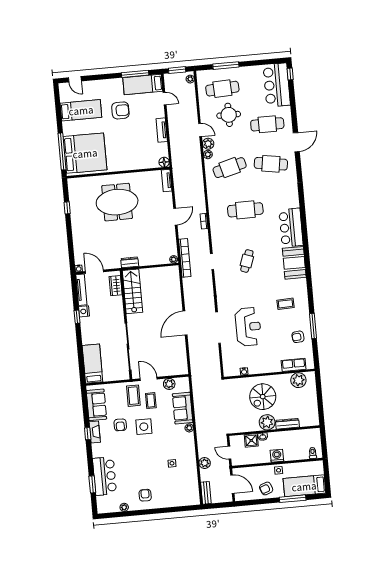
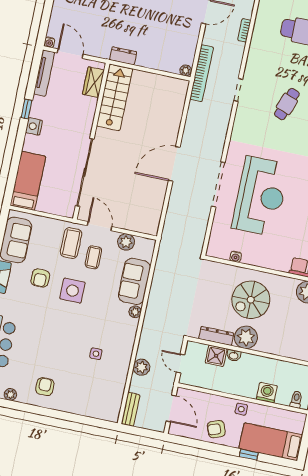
nightstand: (84, 311) -> (34, 126), moved
reception desk: (248, 327) -> (260, 196), width x1.36, depth x1.30
dresser: (287, 424) -> (216, 336), moved
washing machine: (277, 456) -> (267, 393), moved
window: (293, 499) -> (249, 455), width x0.46

